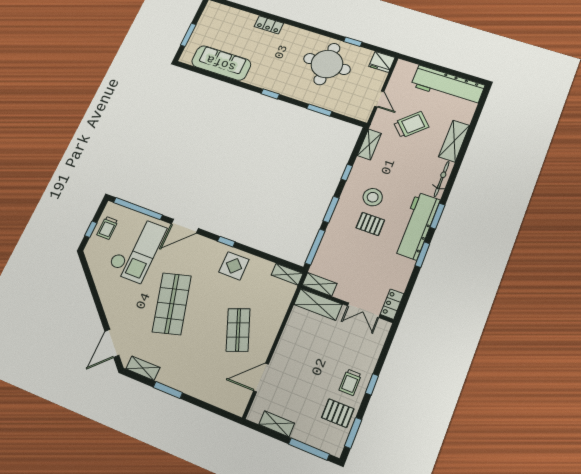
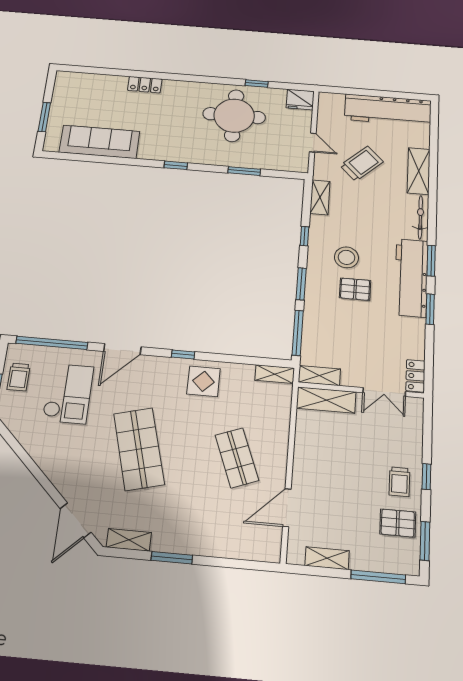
checkout: (137, 249) -> (68, 394), width x0.73, depth x0.83

